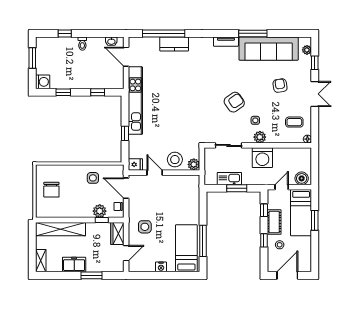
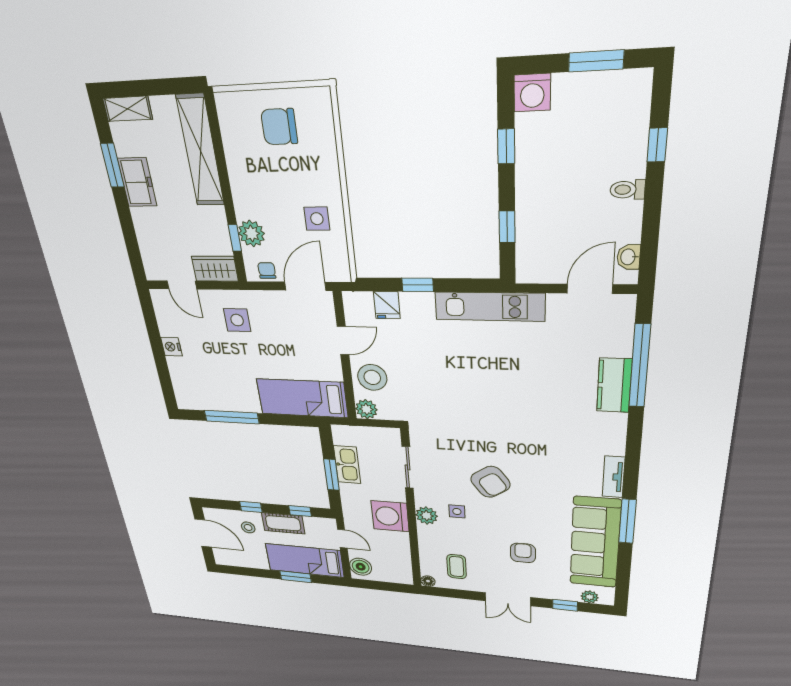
armchair: (280, 86) -> (523, 553), turned -81
kitchen unit: (135, 101) -> (490, 307), width x0.73
fridge: (135, 164) -> (387, 305), moved
bed: (186, 248) -> (302, 398), moved, turned 180
window: (91, 275) -> (112, 165), moved

